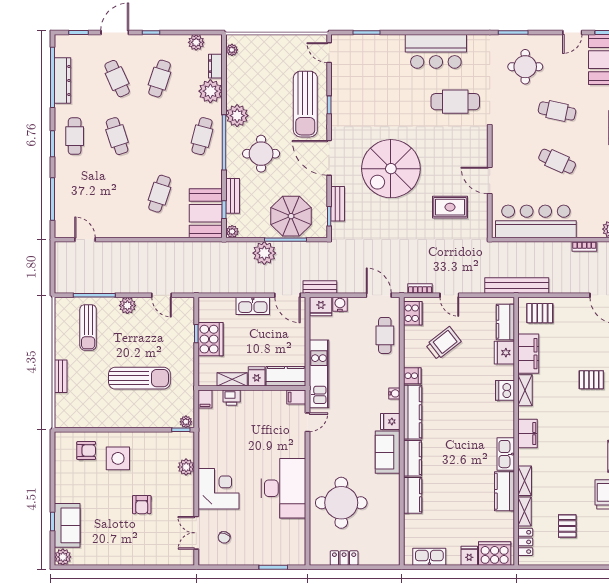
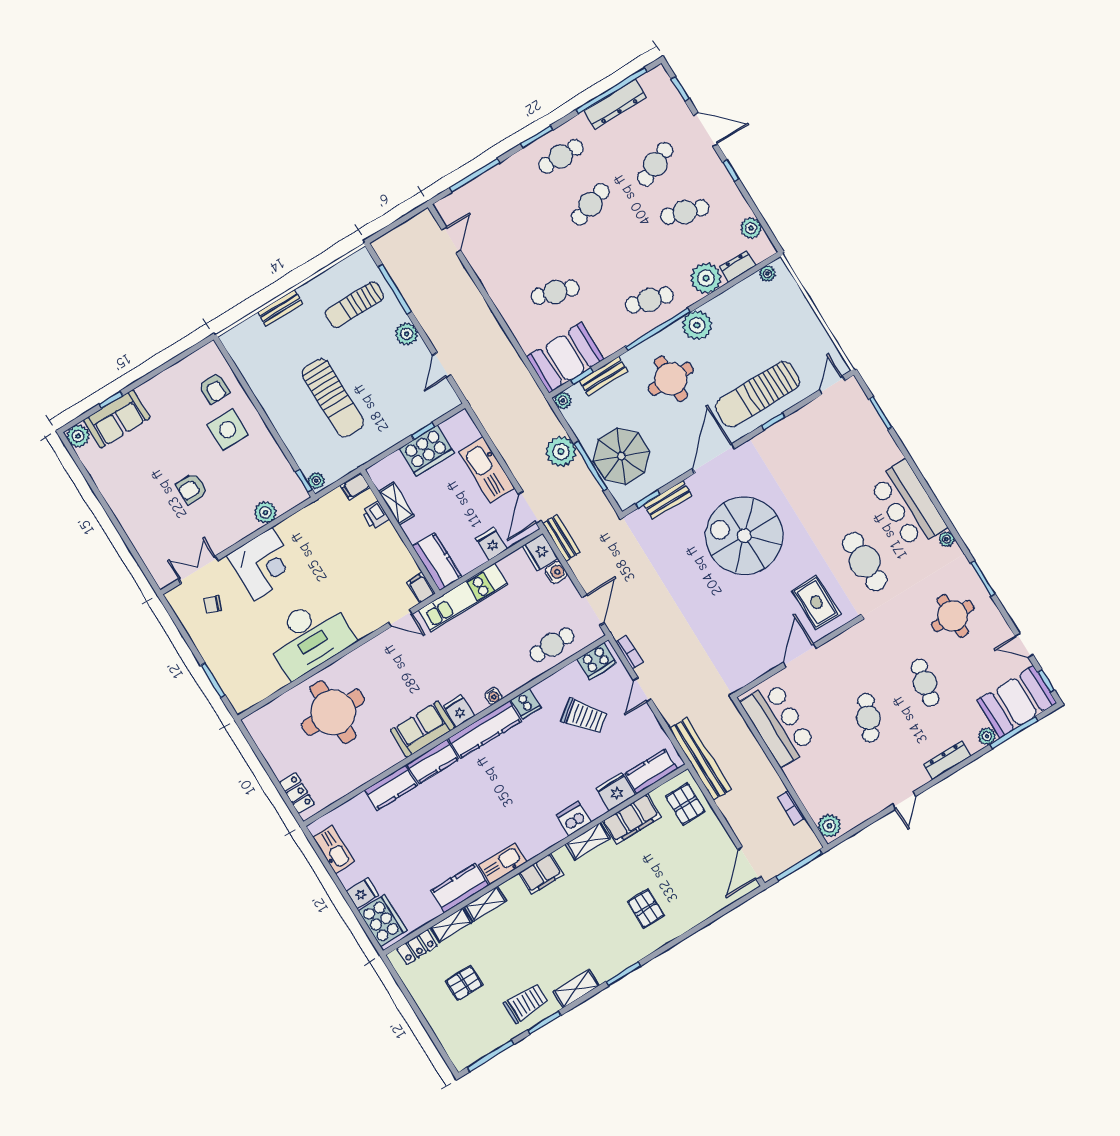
plant: (473, 40) -> (947, 539), added
rug: (450, 207) -> (816, 602), moved
bar counter: (536, 221) -> (778, 724), width x0.73
kitchen sink: (253, 306) -> (487, 470), width x1.36, depth x1.24
fridge: (257, 376) -> (491, 544), moved, turned -90
locker: (344, 558) -> (297, 793), moved

